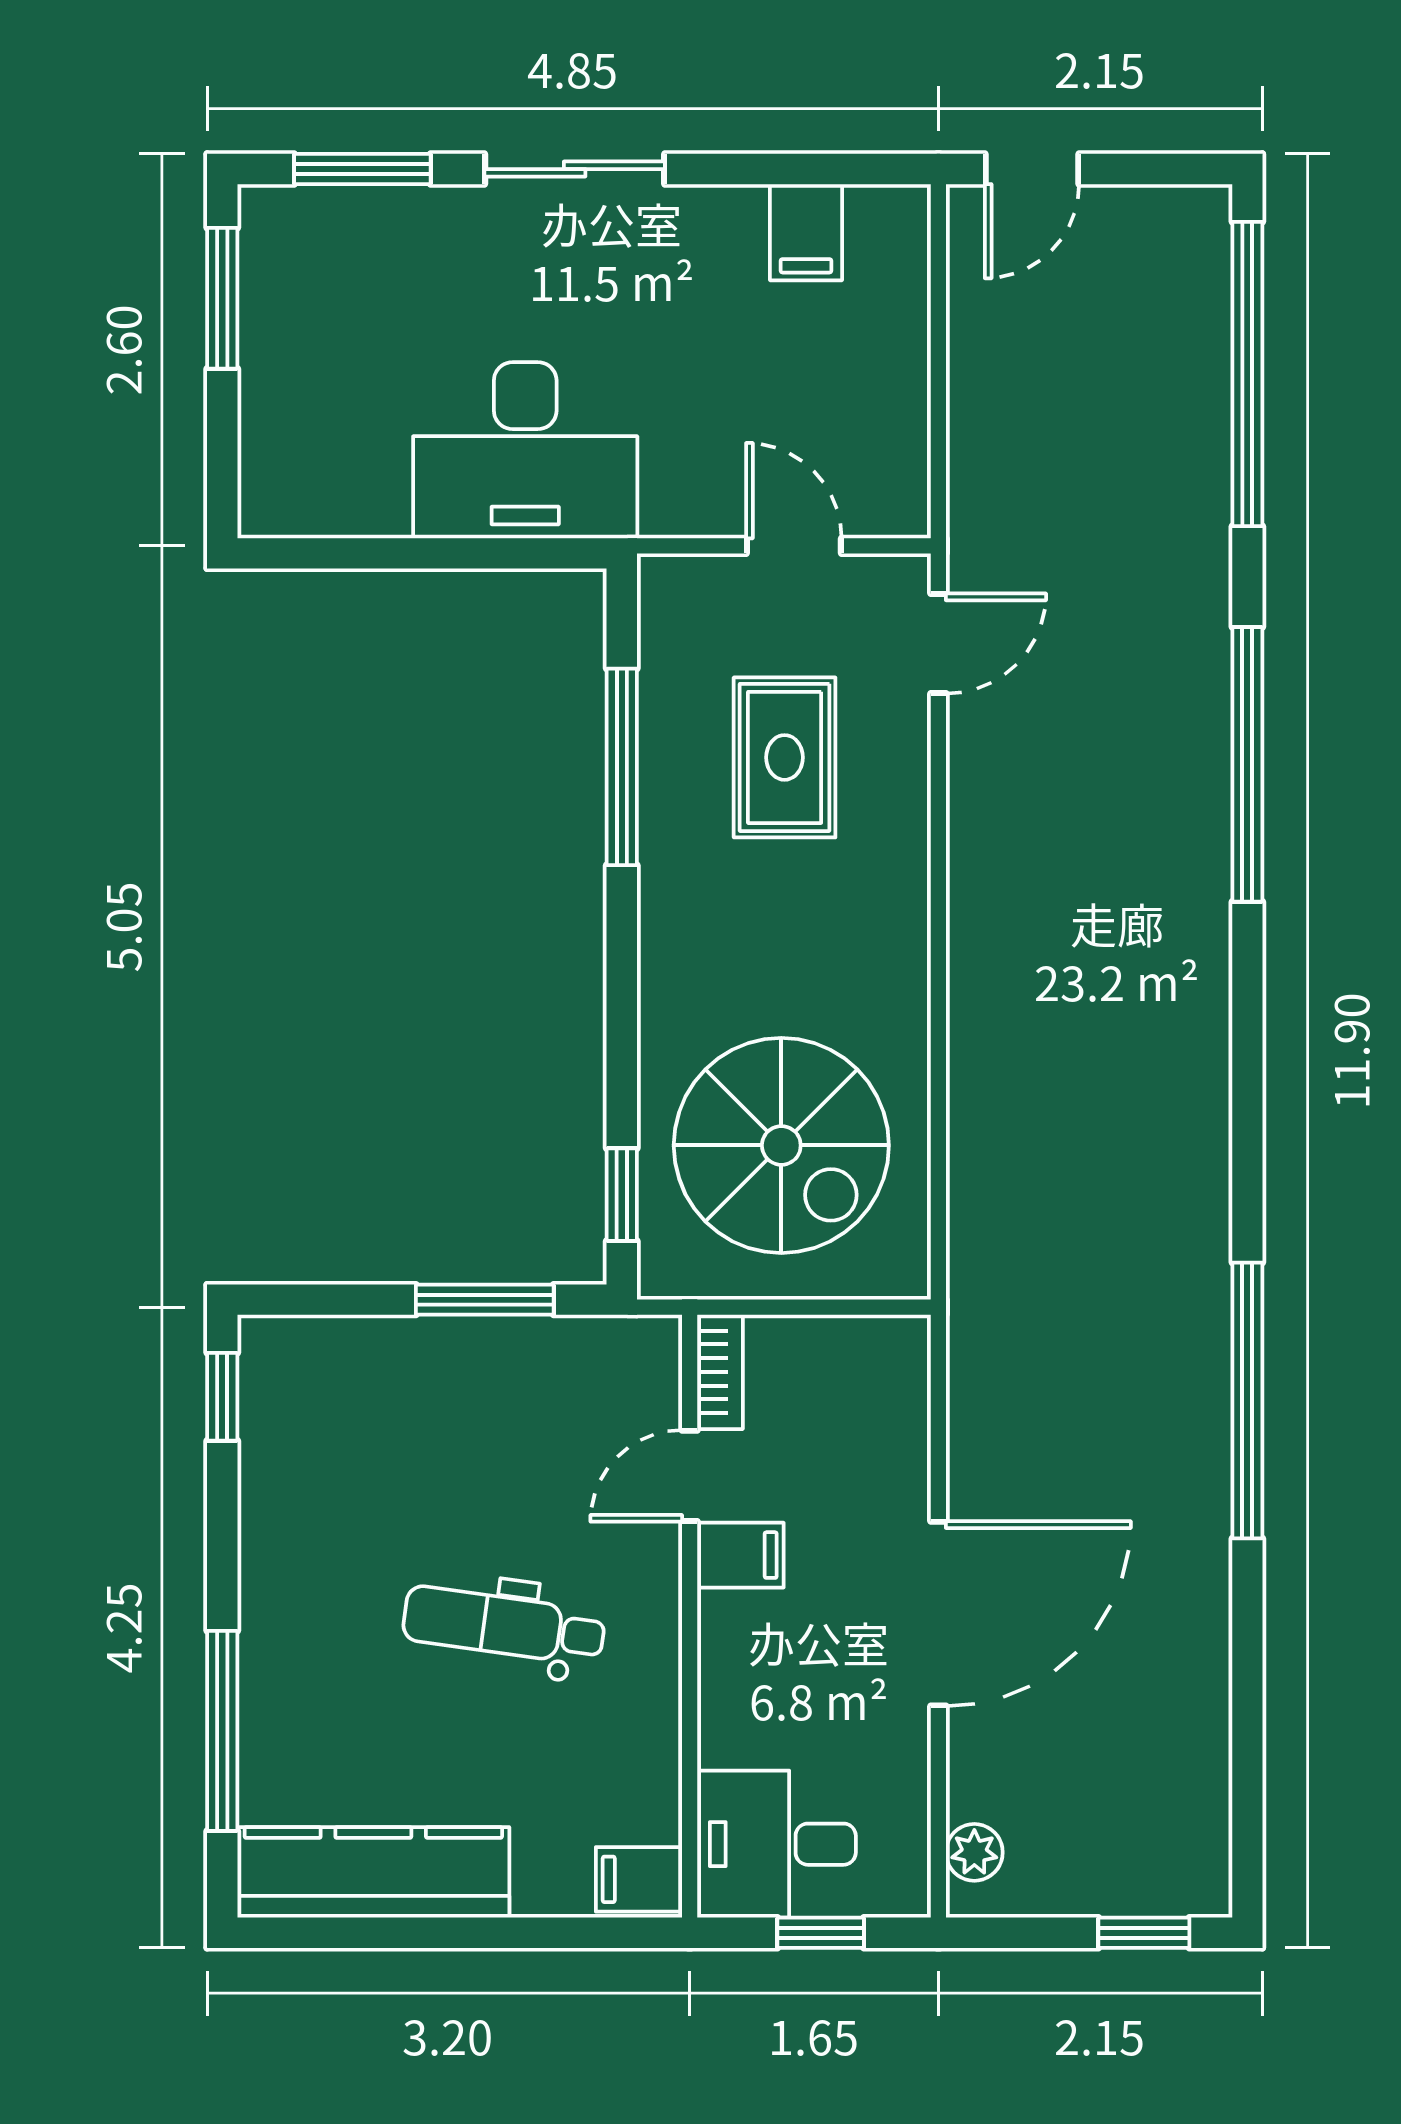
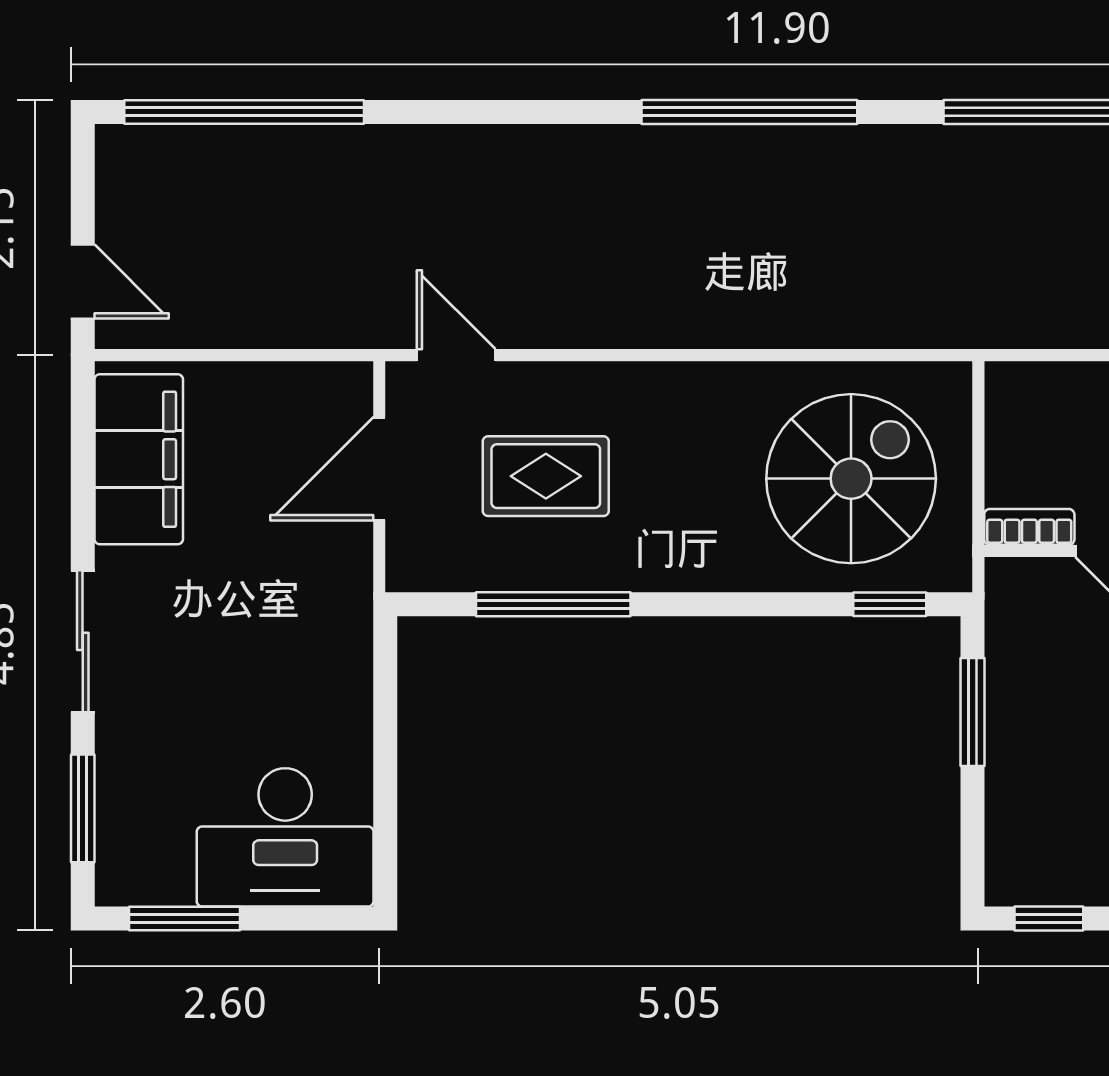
filing cabinet: (806, 232) -> (139, 459), width x3.00, depth x1.17
desk: (525, 450) -> (285, 837), moved, turned 90
door: (794, 546) -> (379, 469), width x1.38
window: (1247, 764) -> (749, 112), moved

